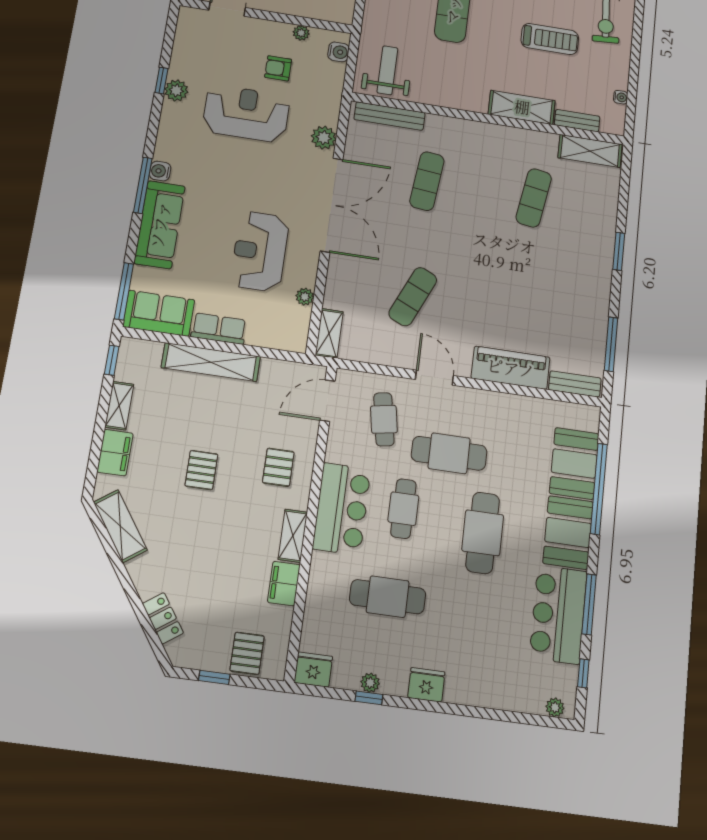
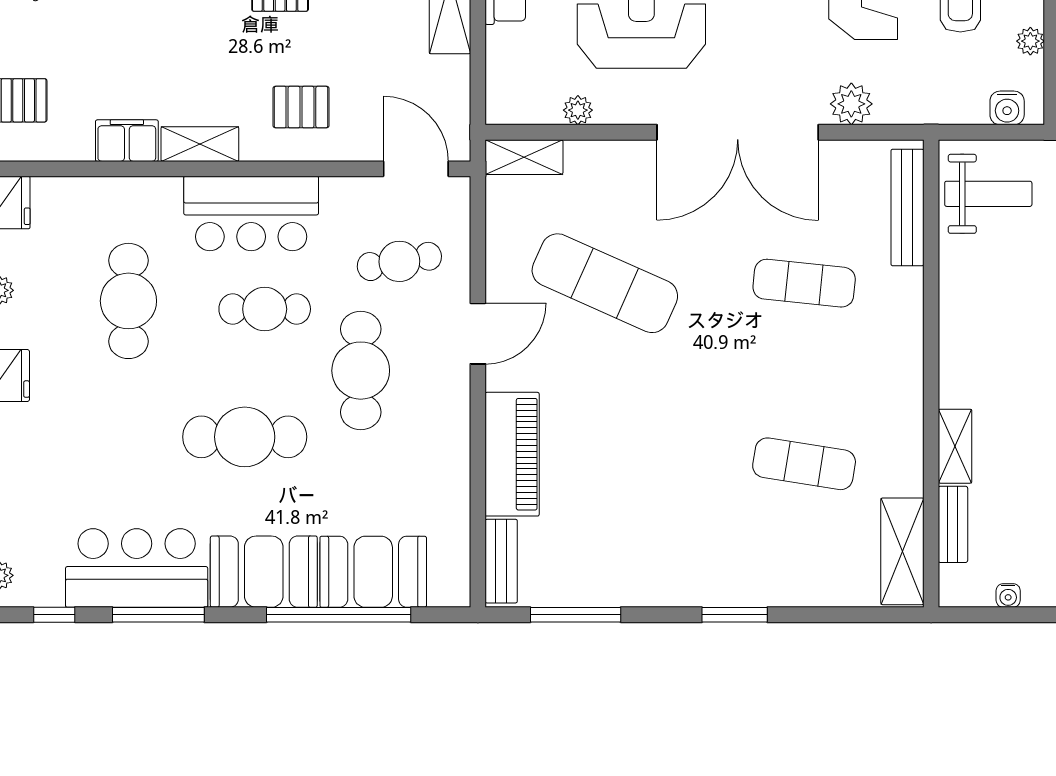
shelving: (522, 107) -> (955, 446), width x0.67, depth x0.75
exercise mat: (413, 297) -> (605, 283), width x1.36, depth x1.45

